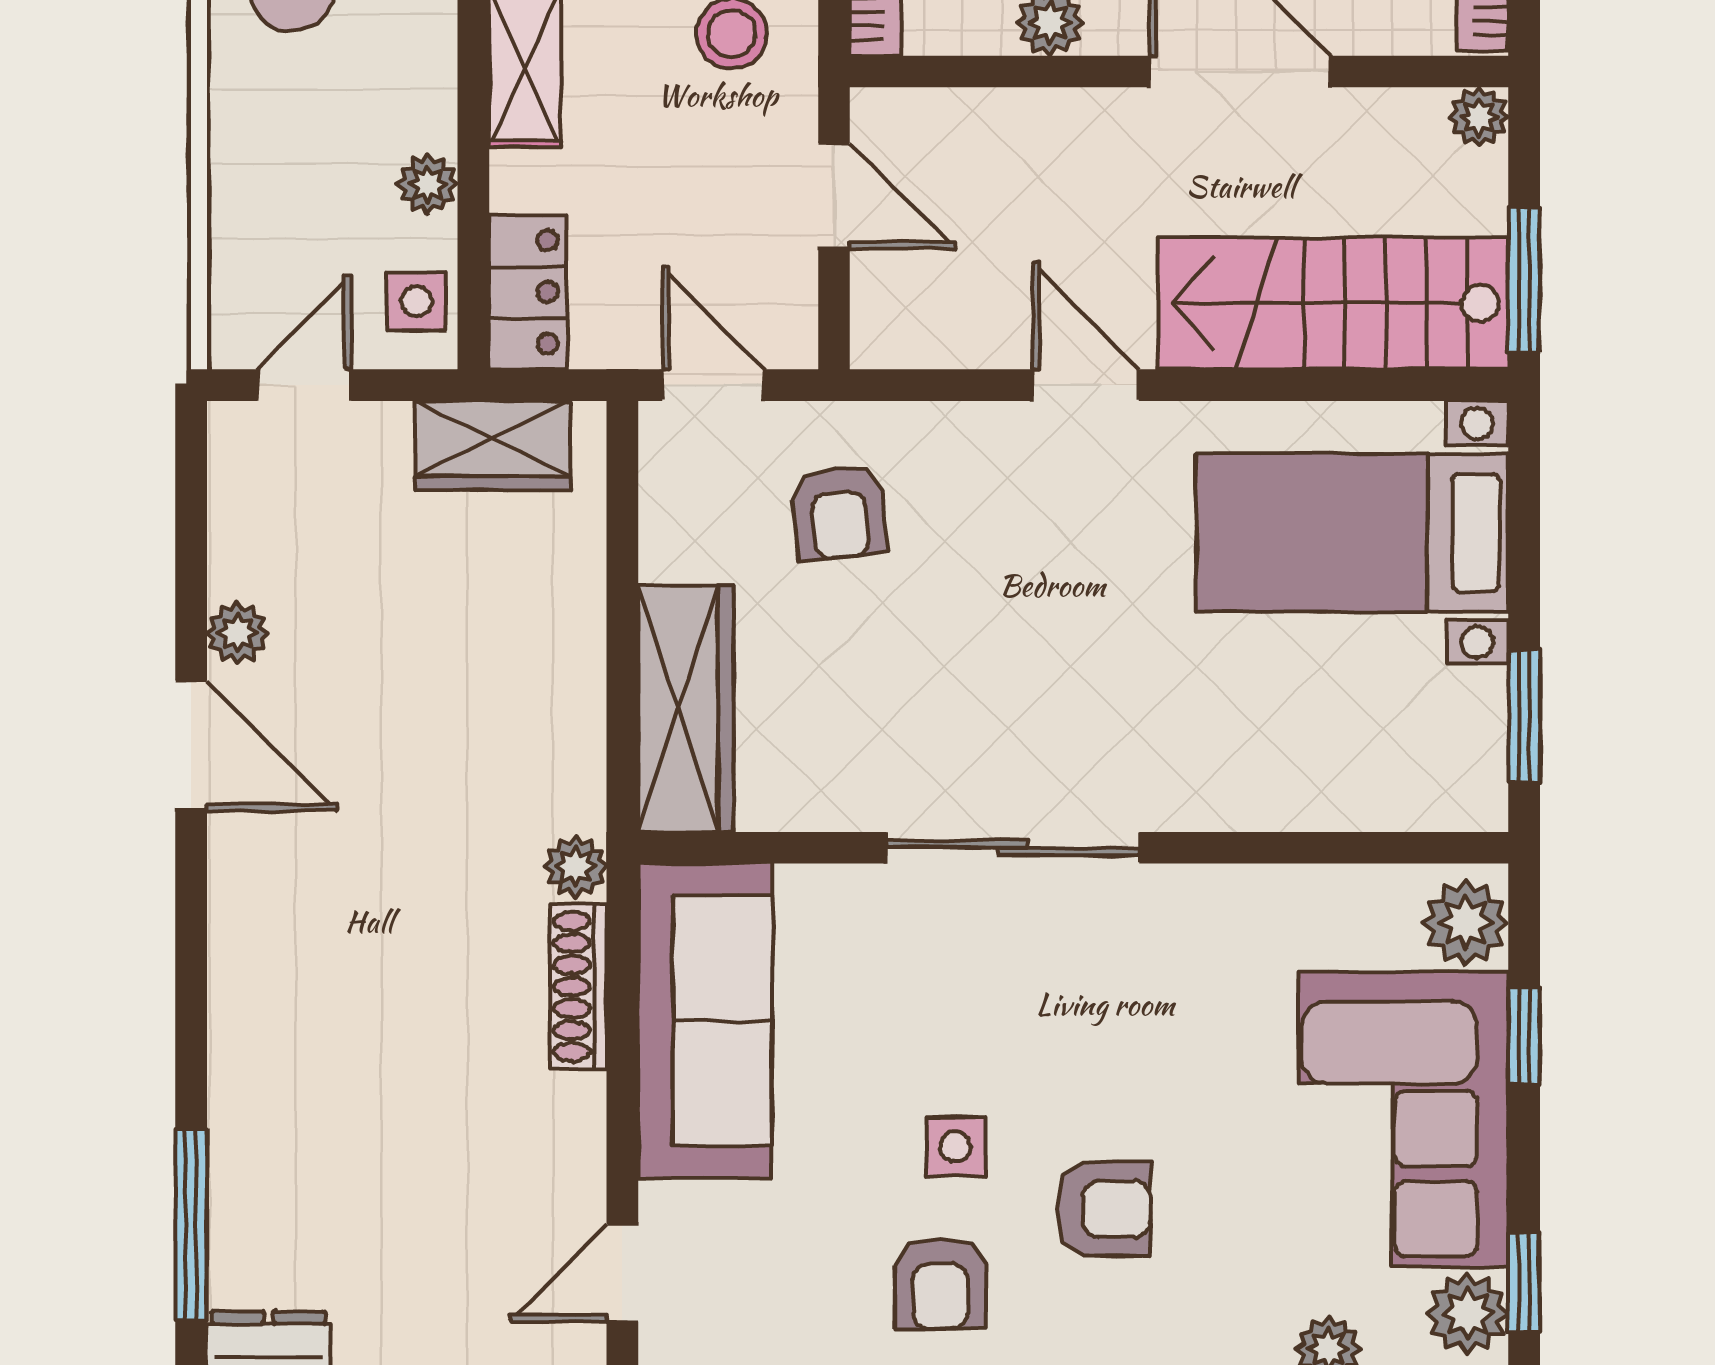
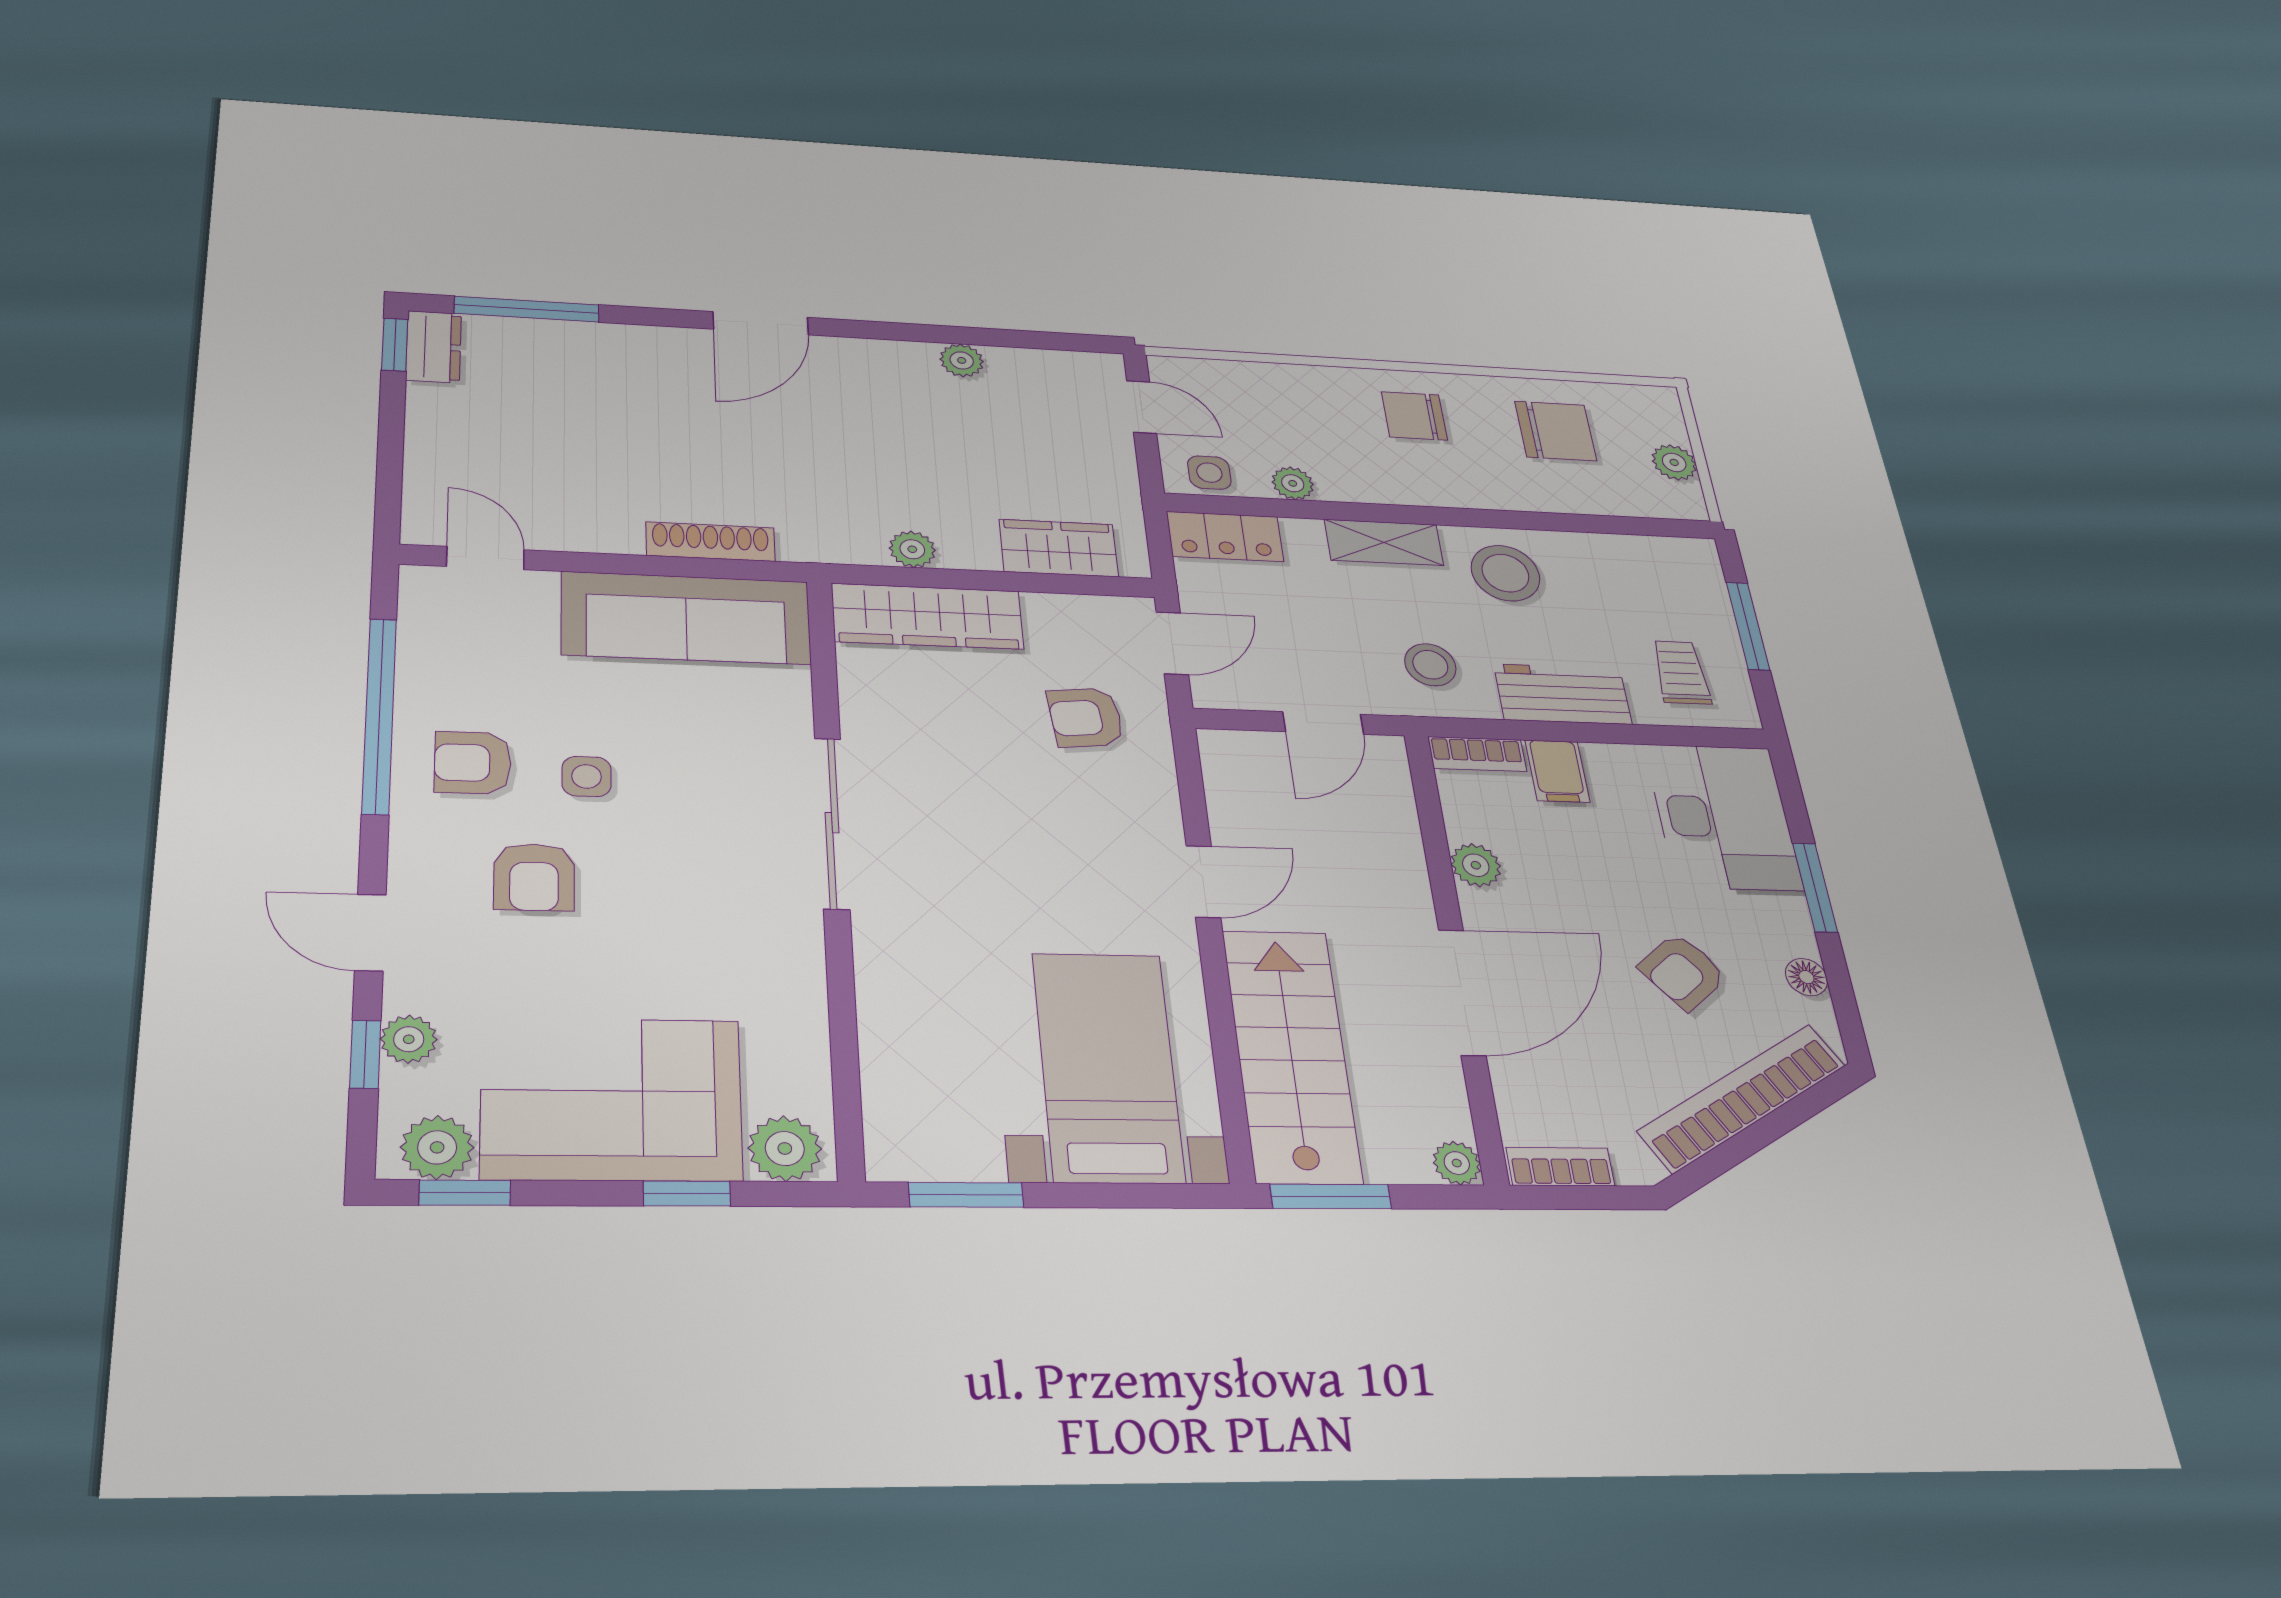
wardrobe: (493, 446) -> (1059, 548), moved, turned 90
door: (191, 746) -> (761, 323), moved
plant: (576, 866) -> (912, 549), moved

